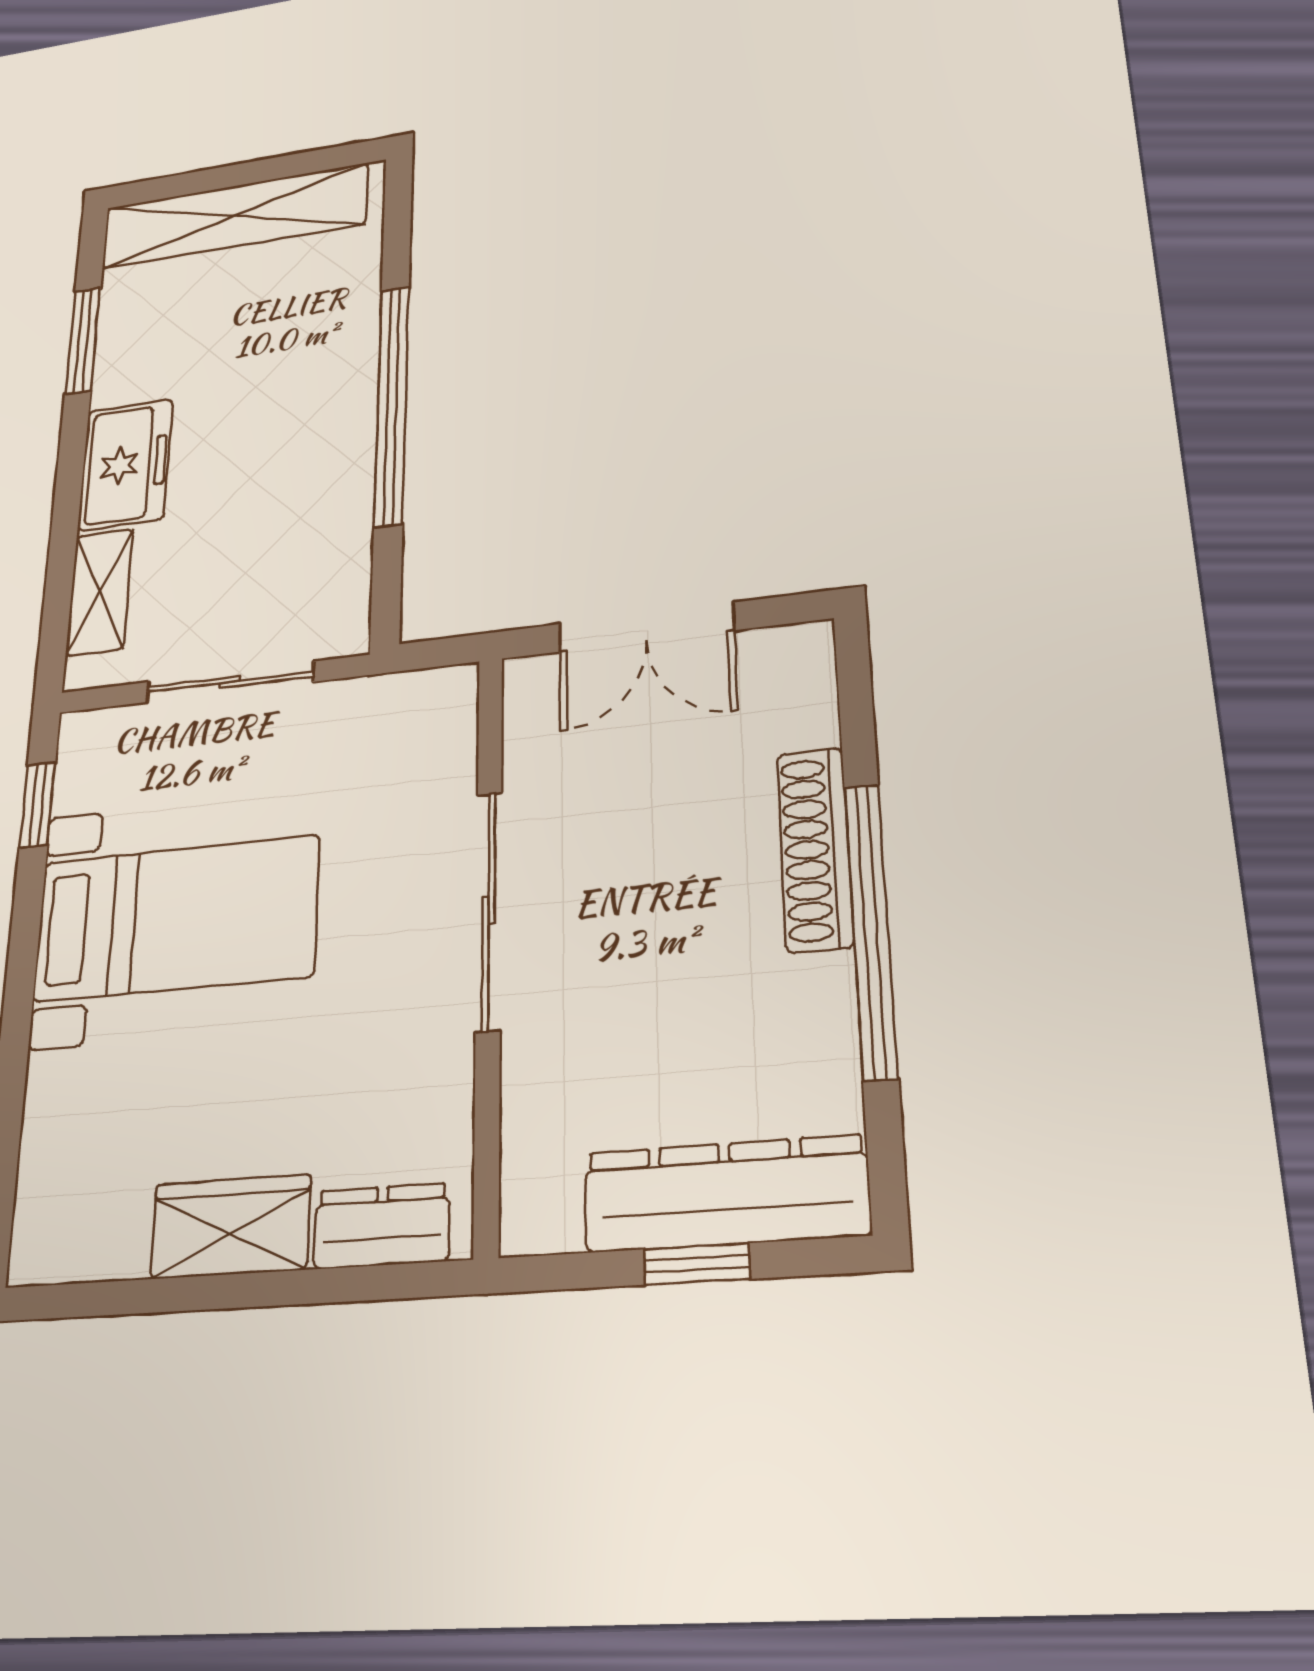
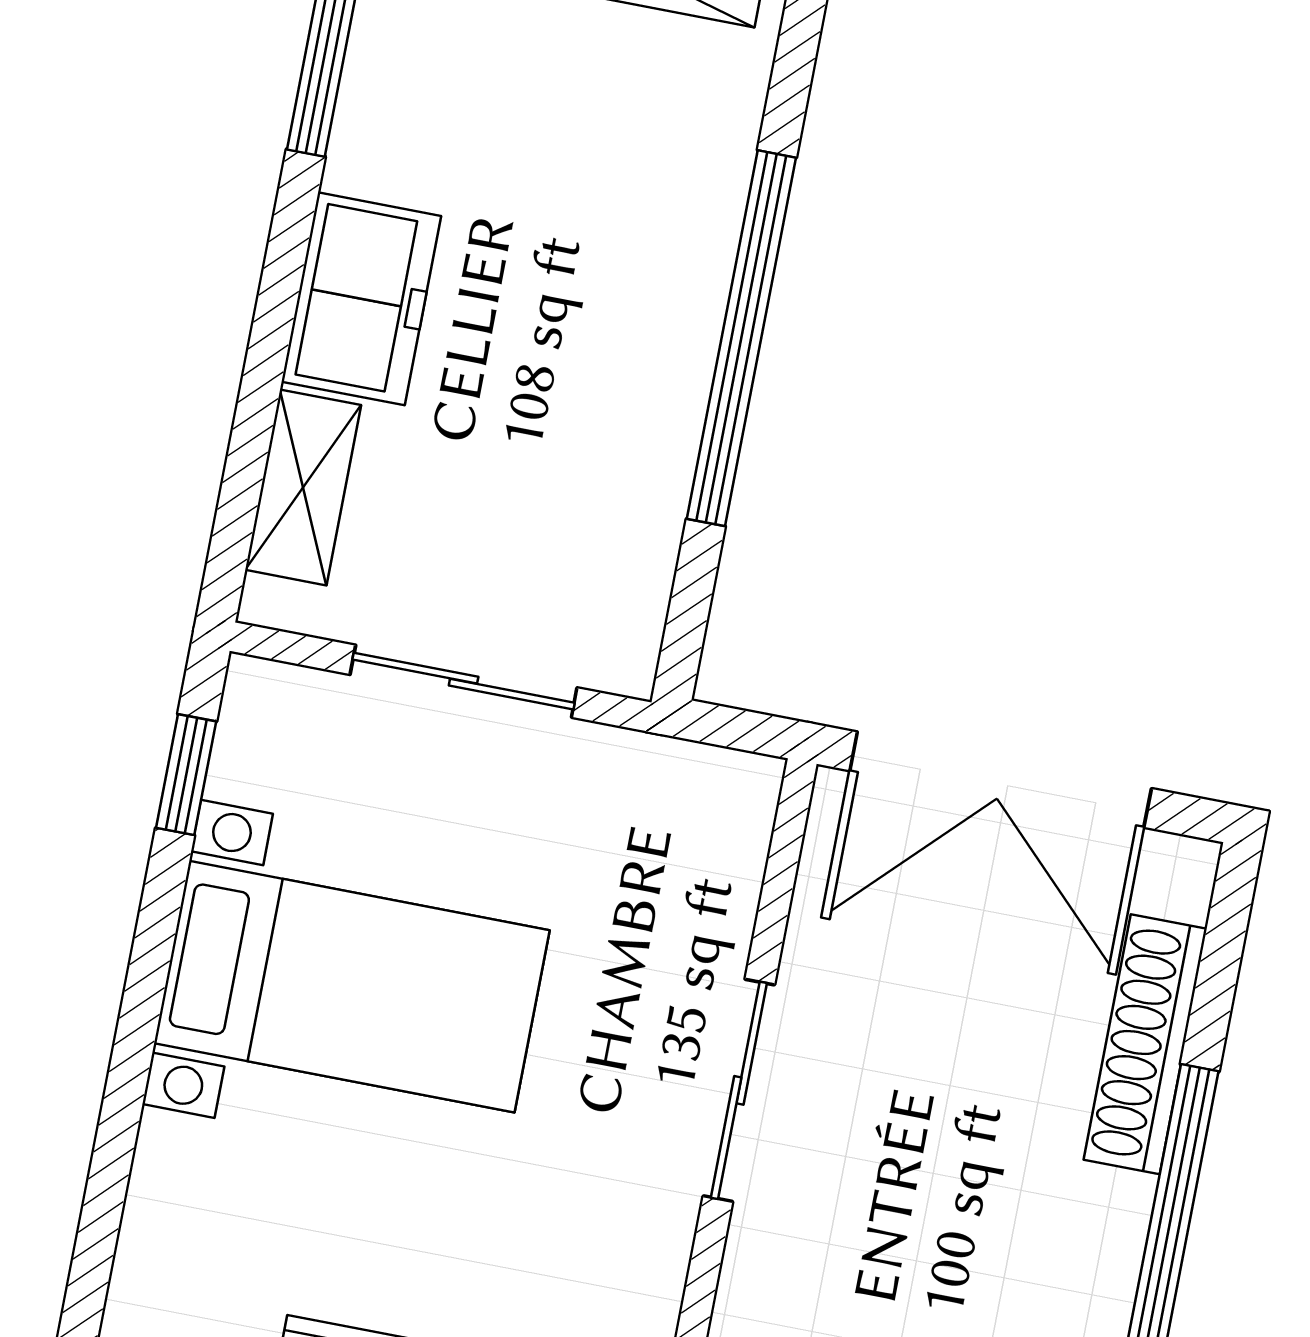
double door: (646, 627) -> (1001, 780), width x1.37
shoe rack: (815, 849) -> (1145, 1044), moved
sliding door: (489, 910) -> (739, 1090), width x0.73

